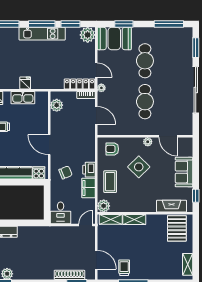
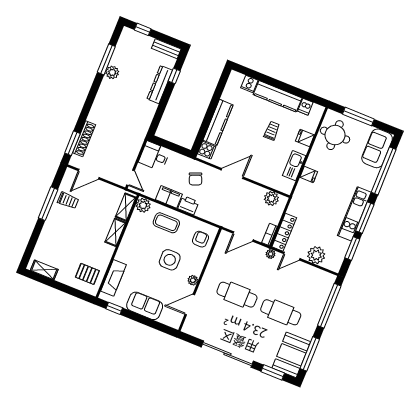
window: (124, 24) -> (329, 306), width x2.11
plant: (88, 35) -> (316, 255), moved
booth: (114, 39) -> (291, 355), moved
side table: (139, 167) -> (170, 260), turned 45
pallet: (177, 228) -> (87, 274), width x0.67, depth x0.71

